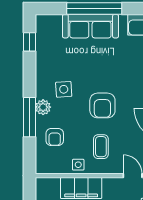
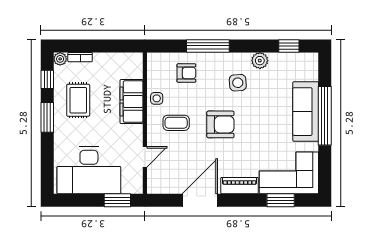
armchair: (102, 105) -> (220, 124), turned 180
plant: (43, 107) -> (260, 61), moved
armchair: (55, 137) -> (186, 73), turned 180

